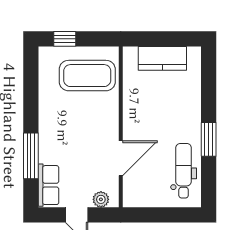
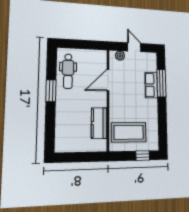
kitchen counter: (162, 58) -> (99, 123), moved, turned -90
row of seats: (48, 185) -> (151, 85), moved

